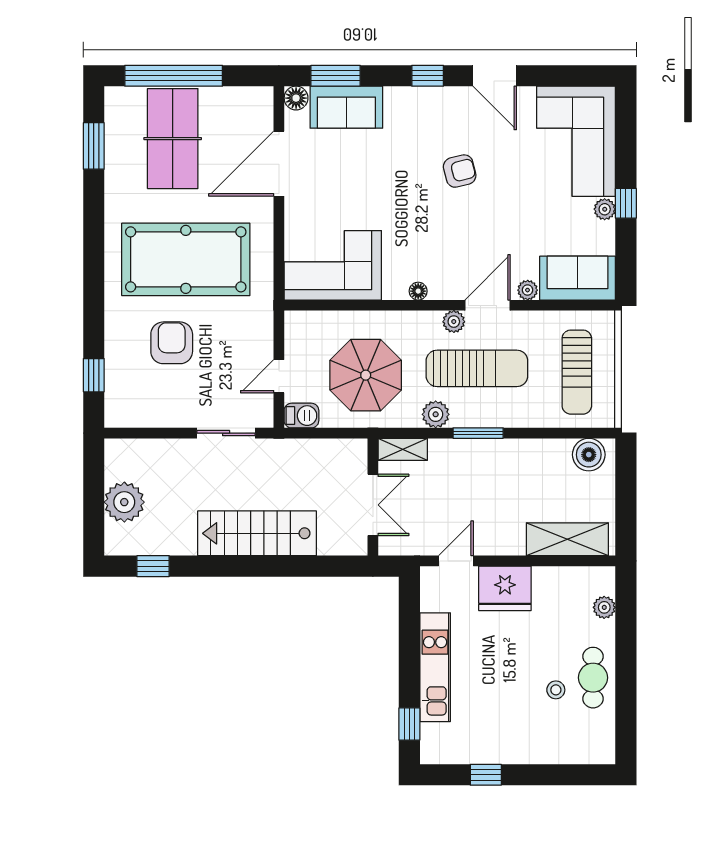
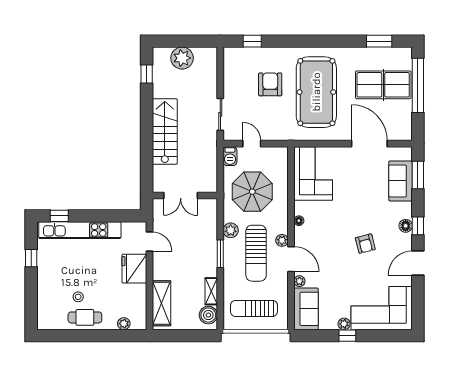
floor lamp: (296, 98) -> (406, 226), moved
armchair: (172, 343) -> (270, 84), turned -90
shelving: (403, 449) -> (211, 291), moved
kitchen unit: (435, 667) -> (80, 230), width x1.36

